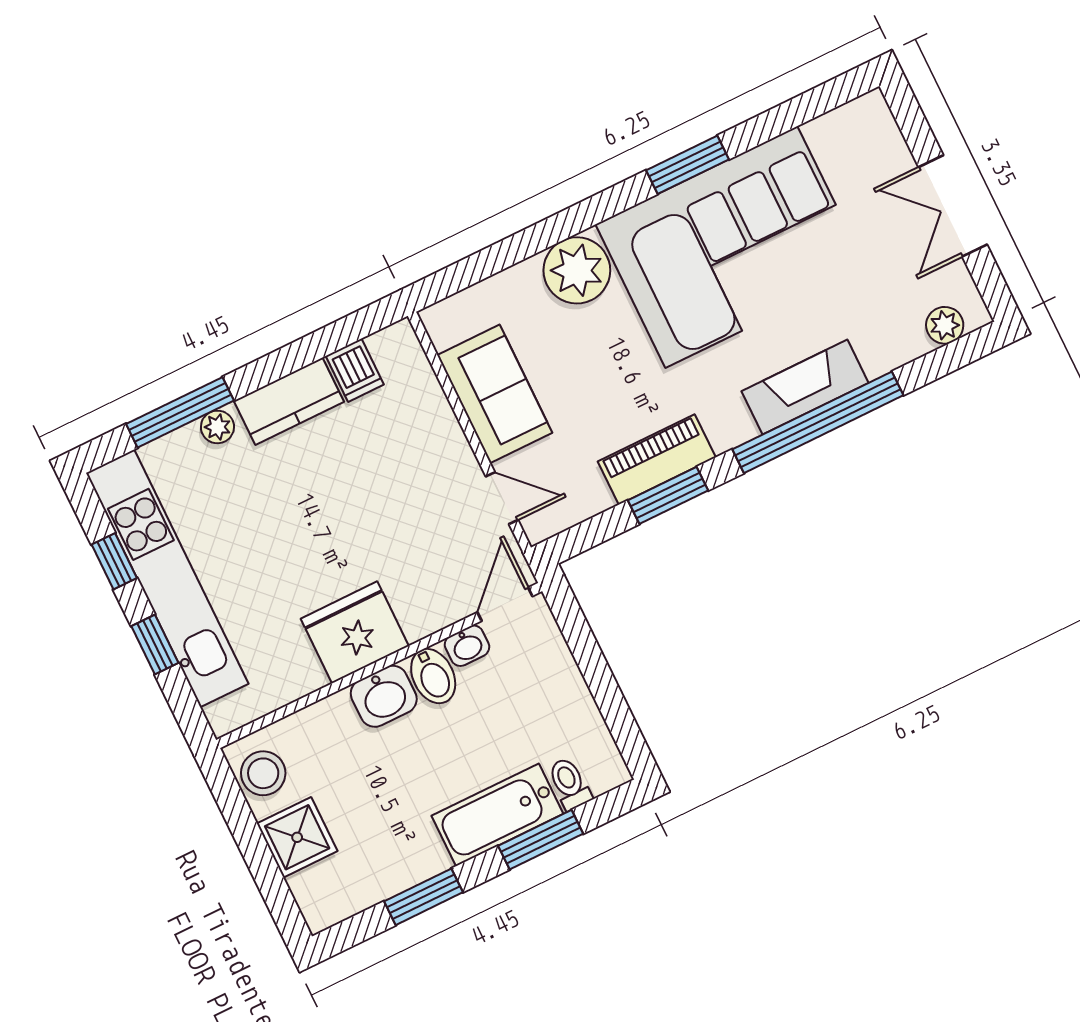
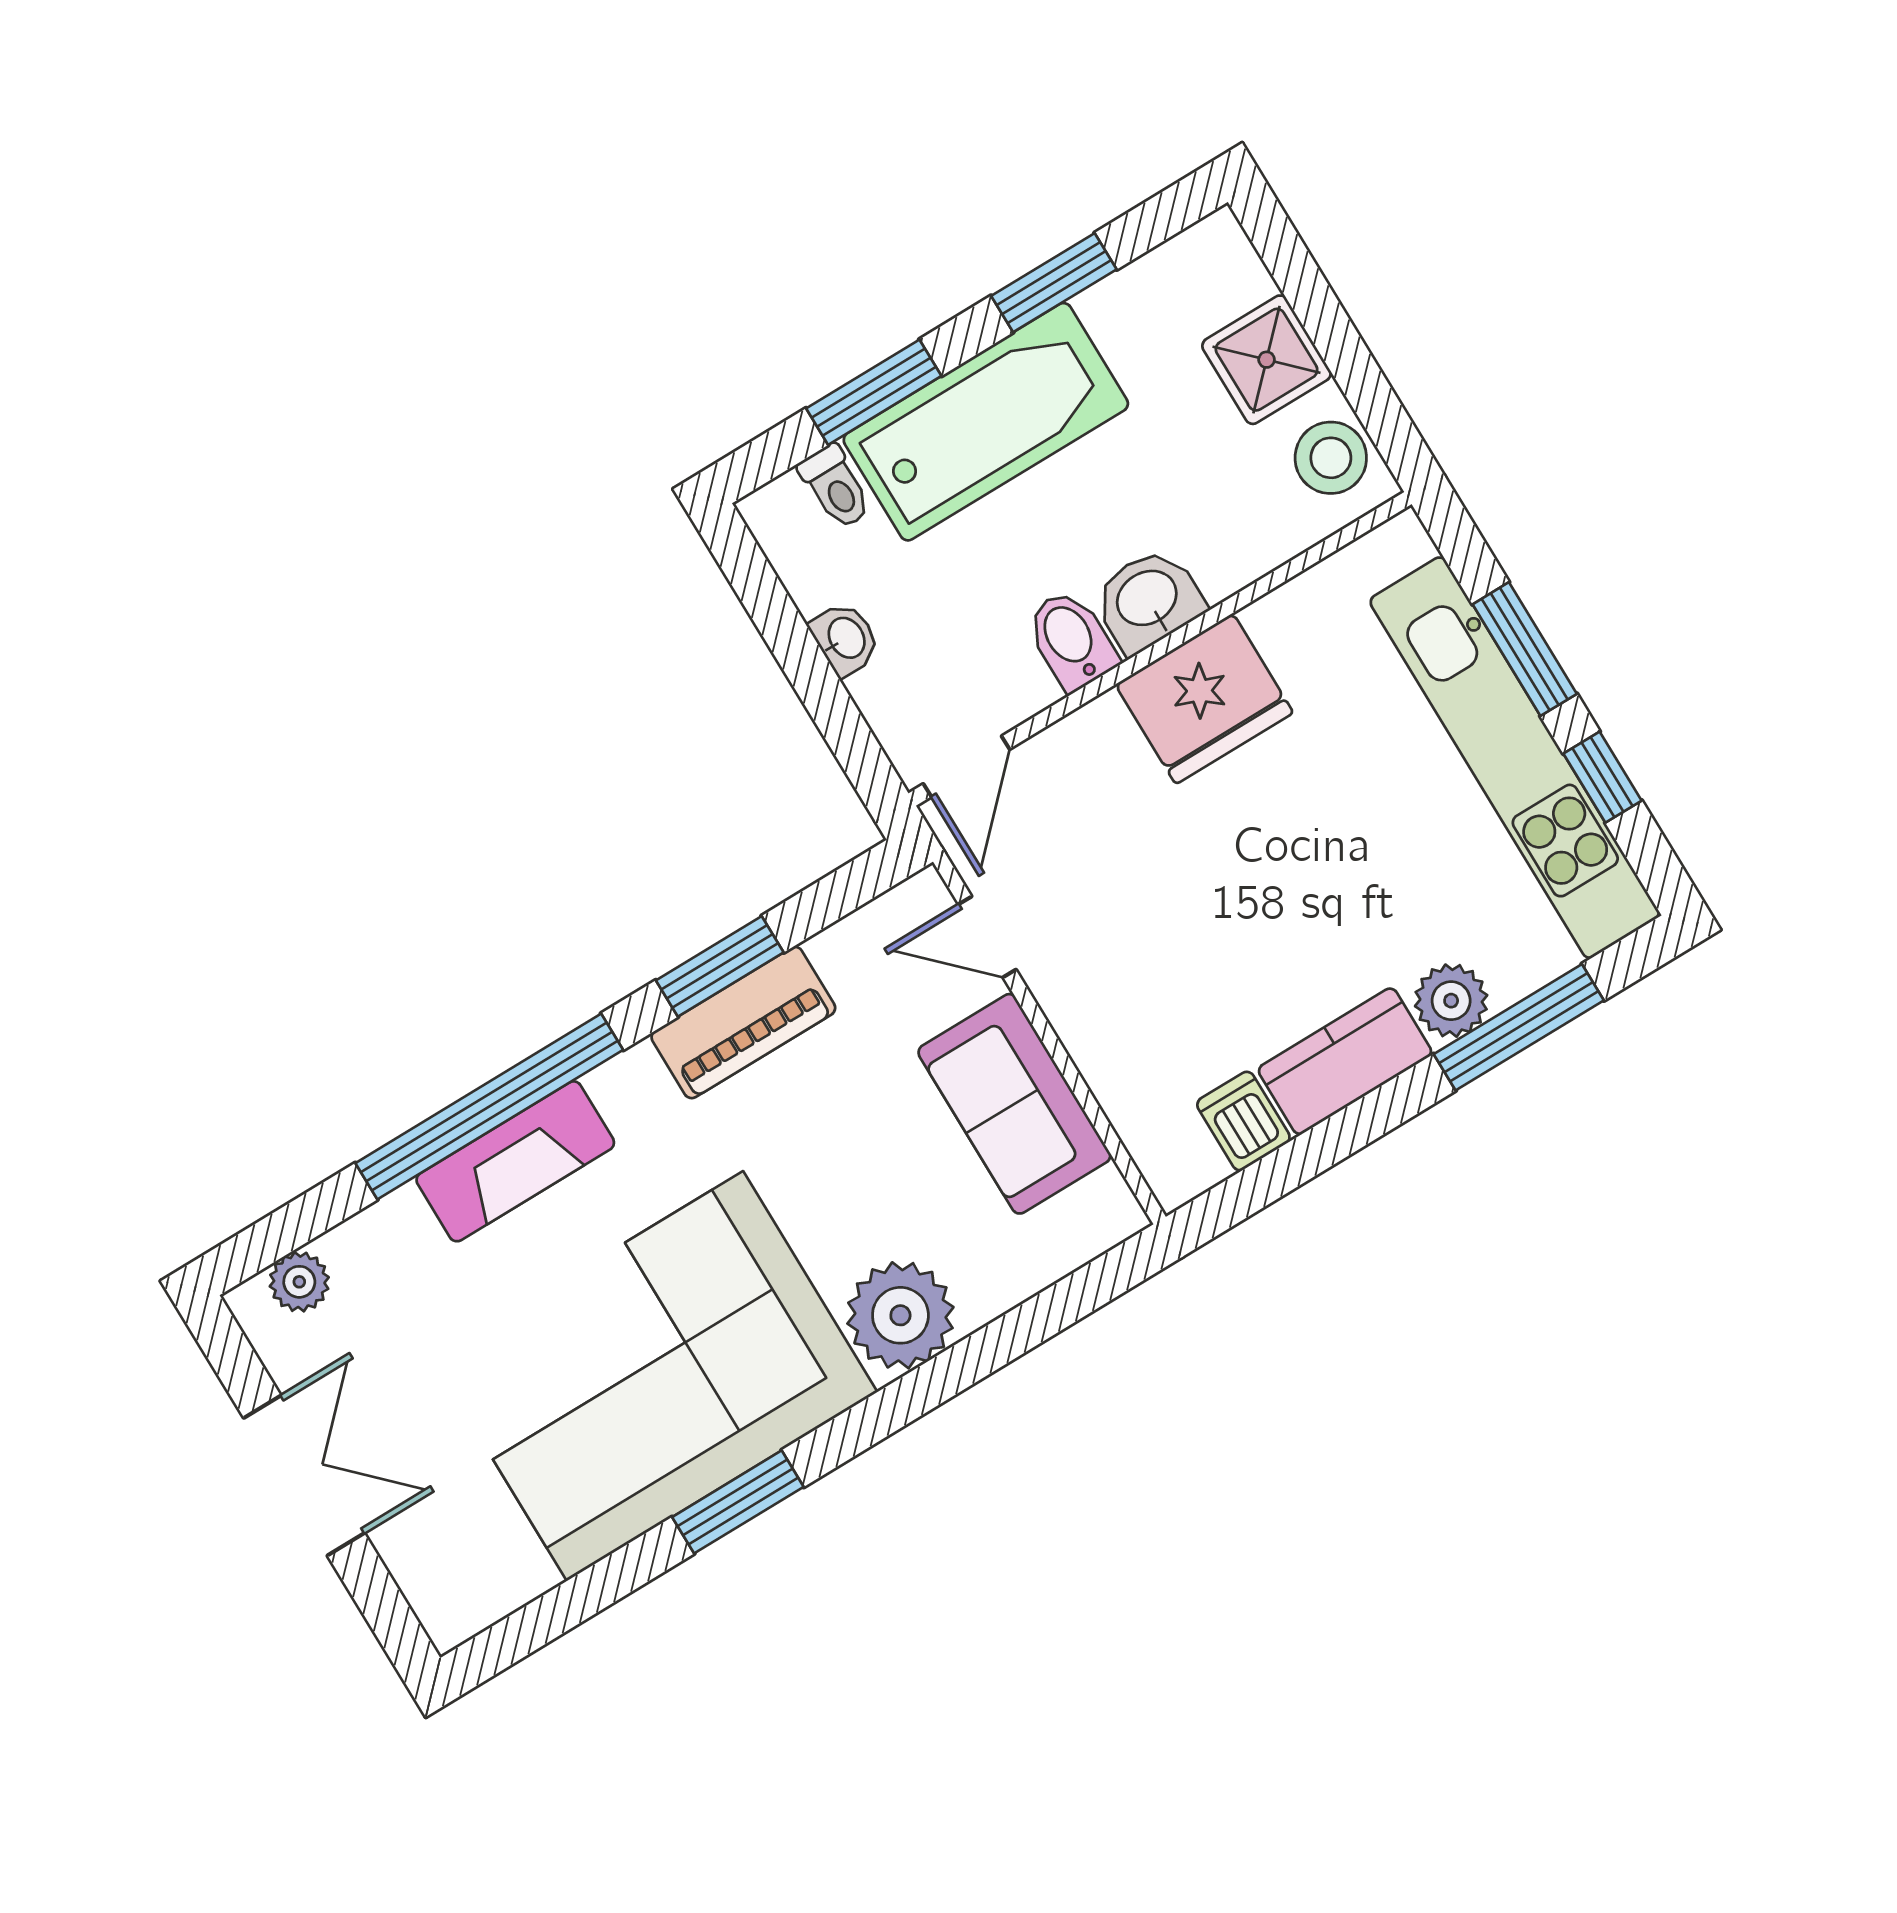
plant: (217, 427) -> (1451, 1001), width x1.38, depth x1.38
window: (155, 645) -> (1525, 649), width x1.50
washbasin: (467, 646) -> (845, 639), moved, turned 90
bathtub: (497, 815) -> (986, 422), width x1.36, depth x1.36

